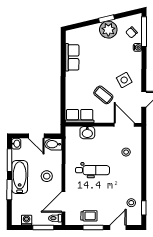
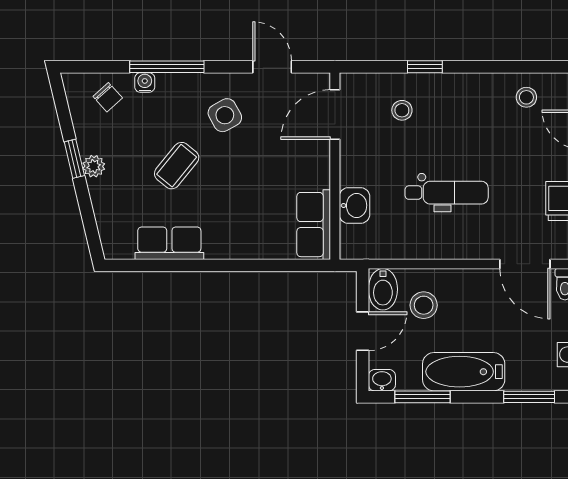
plant: (108, 30) -> (94, 166), width x0.53, depth x0.53
window: (144, 32) -> (167, 67), moved
coffee table: (103, 95) -> (177, 166), moved
dental chair: (93, 170) -> (447, 193), turned 90
stool: (47, 176) -> (424, 305), moved
window: (9, 190) -> (529, 397), moved
window: (144, 208) -> (425, 67), moved

